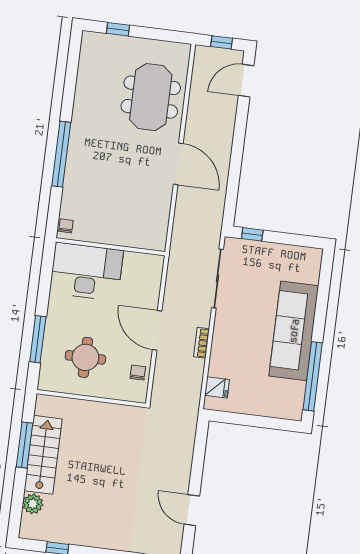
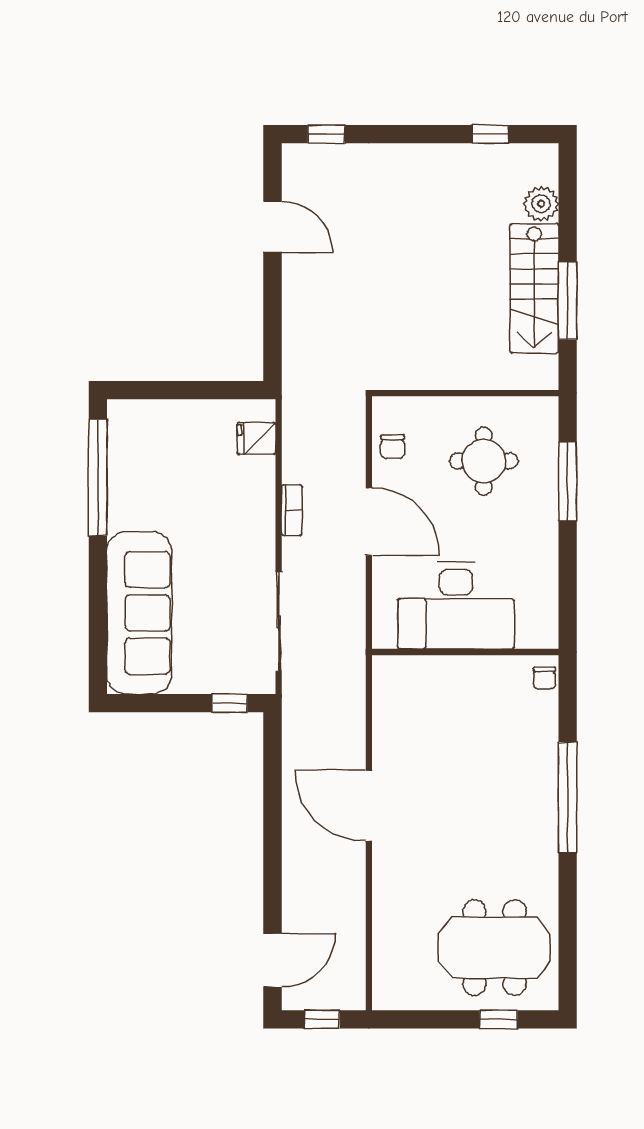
meeting table: (151, 97) -> (494, 948), moved, turned 90
desk: (86, 271) -> (456, 606), moved
sofa: (294, 331) -> (139, 613), moved

